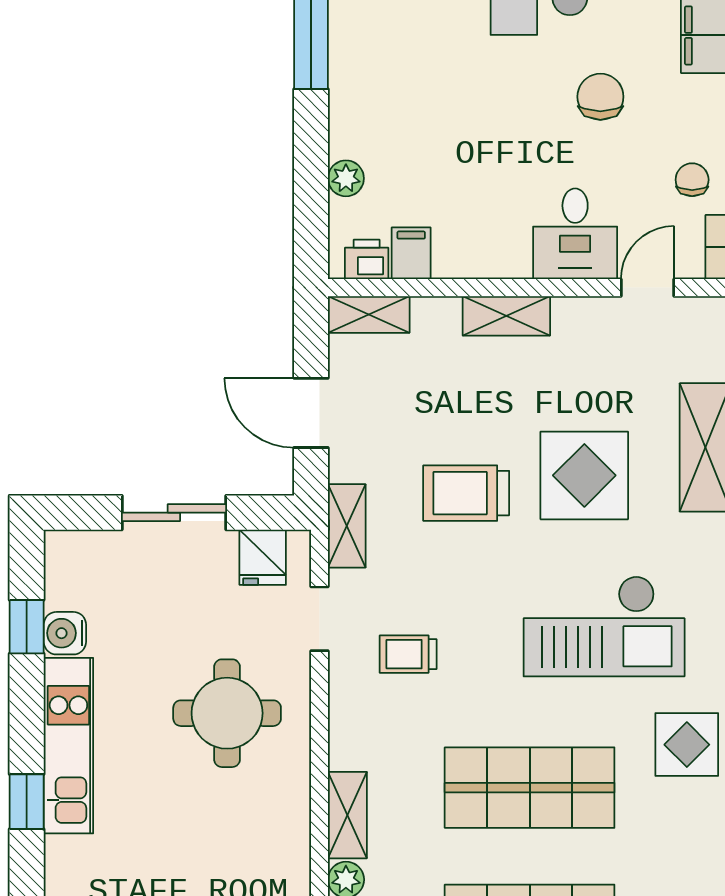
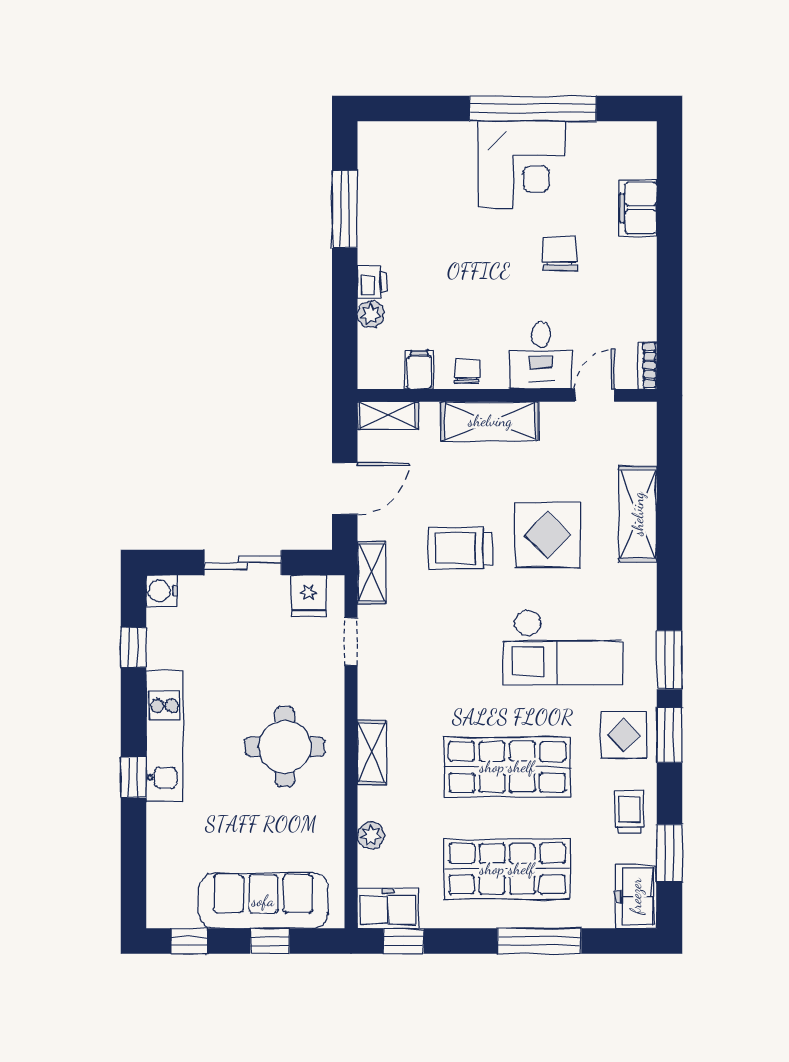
chair: (692, 180) -> (467, 371), moved
printer: (367, 259) -> (372, 282), moved, turned 90
shelving: (506, 316) -> (490, 421), width x1.50, depth x1.33
door: (311, 413) -> (345, 489), swing flipped
water cooler: (65, 633) -> (162, 591), moved
trolley: (408, 654) -> (629, 812), moved, turned 90
round table: (227, 713) -> (285, 747), moved
shelving: (347, 815) -> (372, 753), moved

